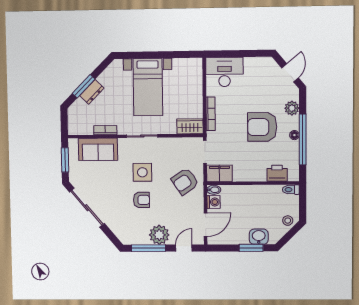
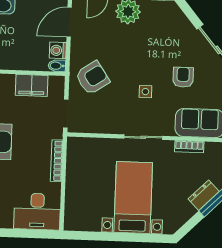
wardrobe: (190, 126) -> (83, 146), removed
side table: (142, 172) -> (145, 92), width x0.54, depth x0.54
filing cabinet: (219, 173) -> (32, 85), moved
armchair: (141, 200) -> (183, 77), moved, turned 90

